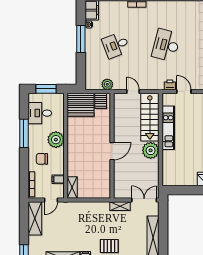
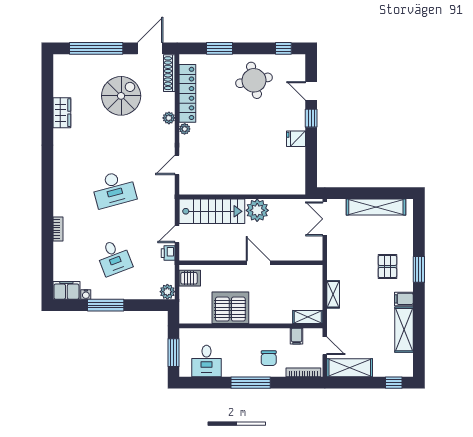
desk: (166, 45) -> (114, 189), turned -30
plant: (107, 84) -> (167, 292), moved
printer: (170, 85) -> (168, 253), moved
server rack: (81, 105) -> (230, 308), moved, turned -90
kitchen unit: (168, 128) -> (226, 186), removed
window: (24, 133) -> (251, 383), moved
plant: (56, 140) -> (243, 339), removed
shelving: (120, 206) -> (333, 294), moved

